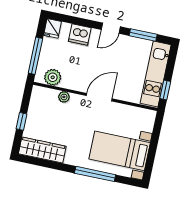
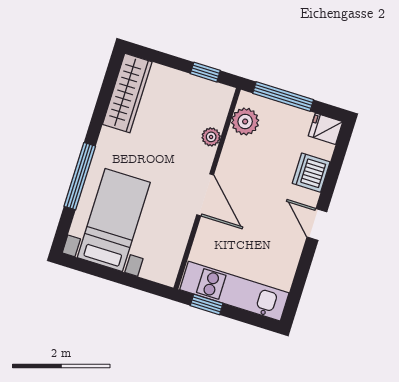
window: (143, 35) -> (301, 277), removed
window: (22, 121) -> (205, 72), moved

